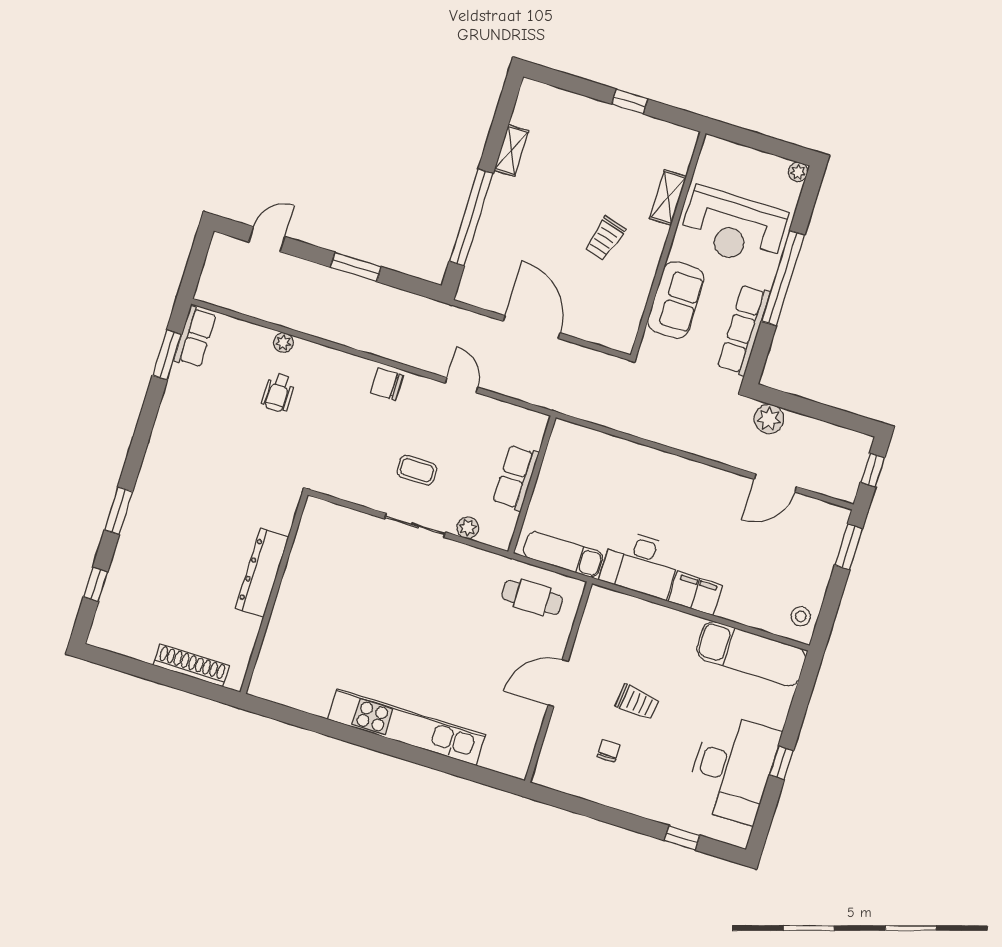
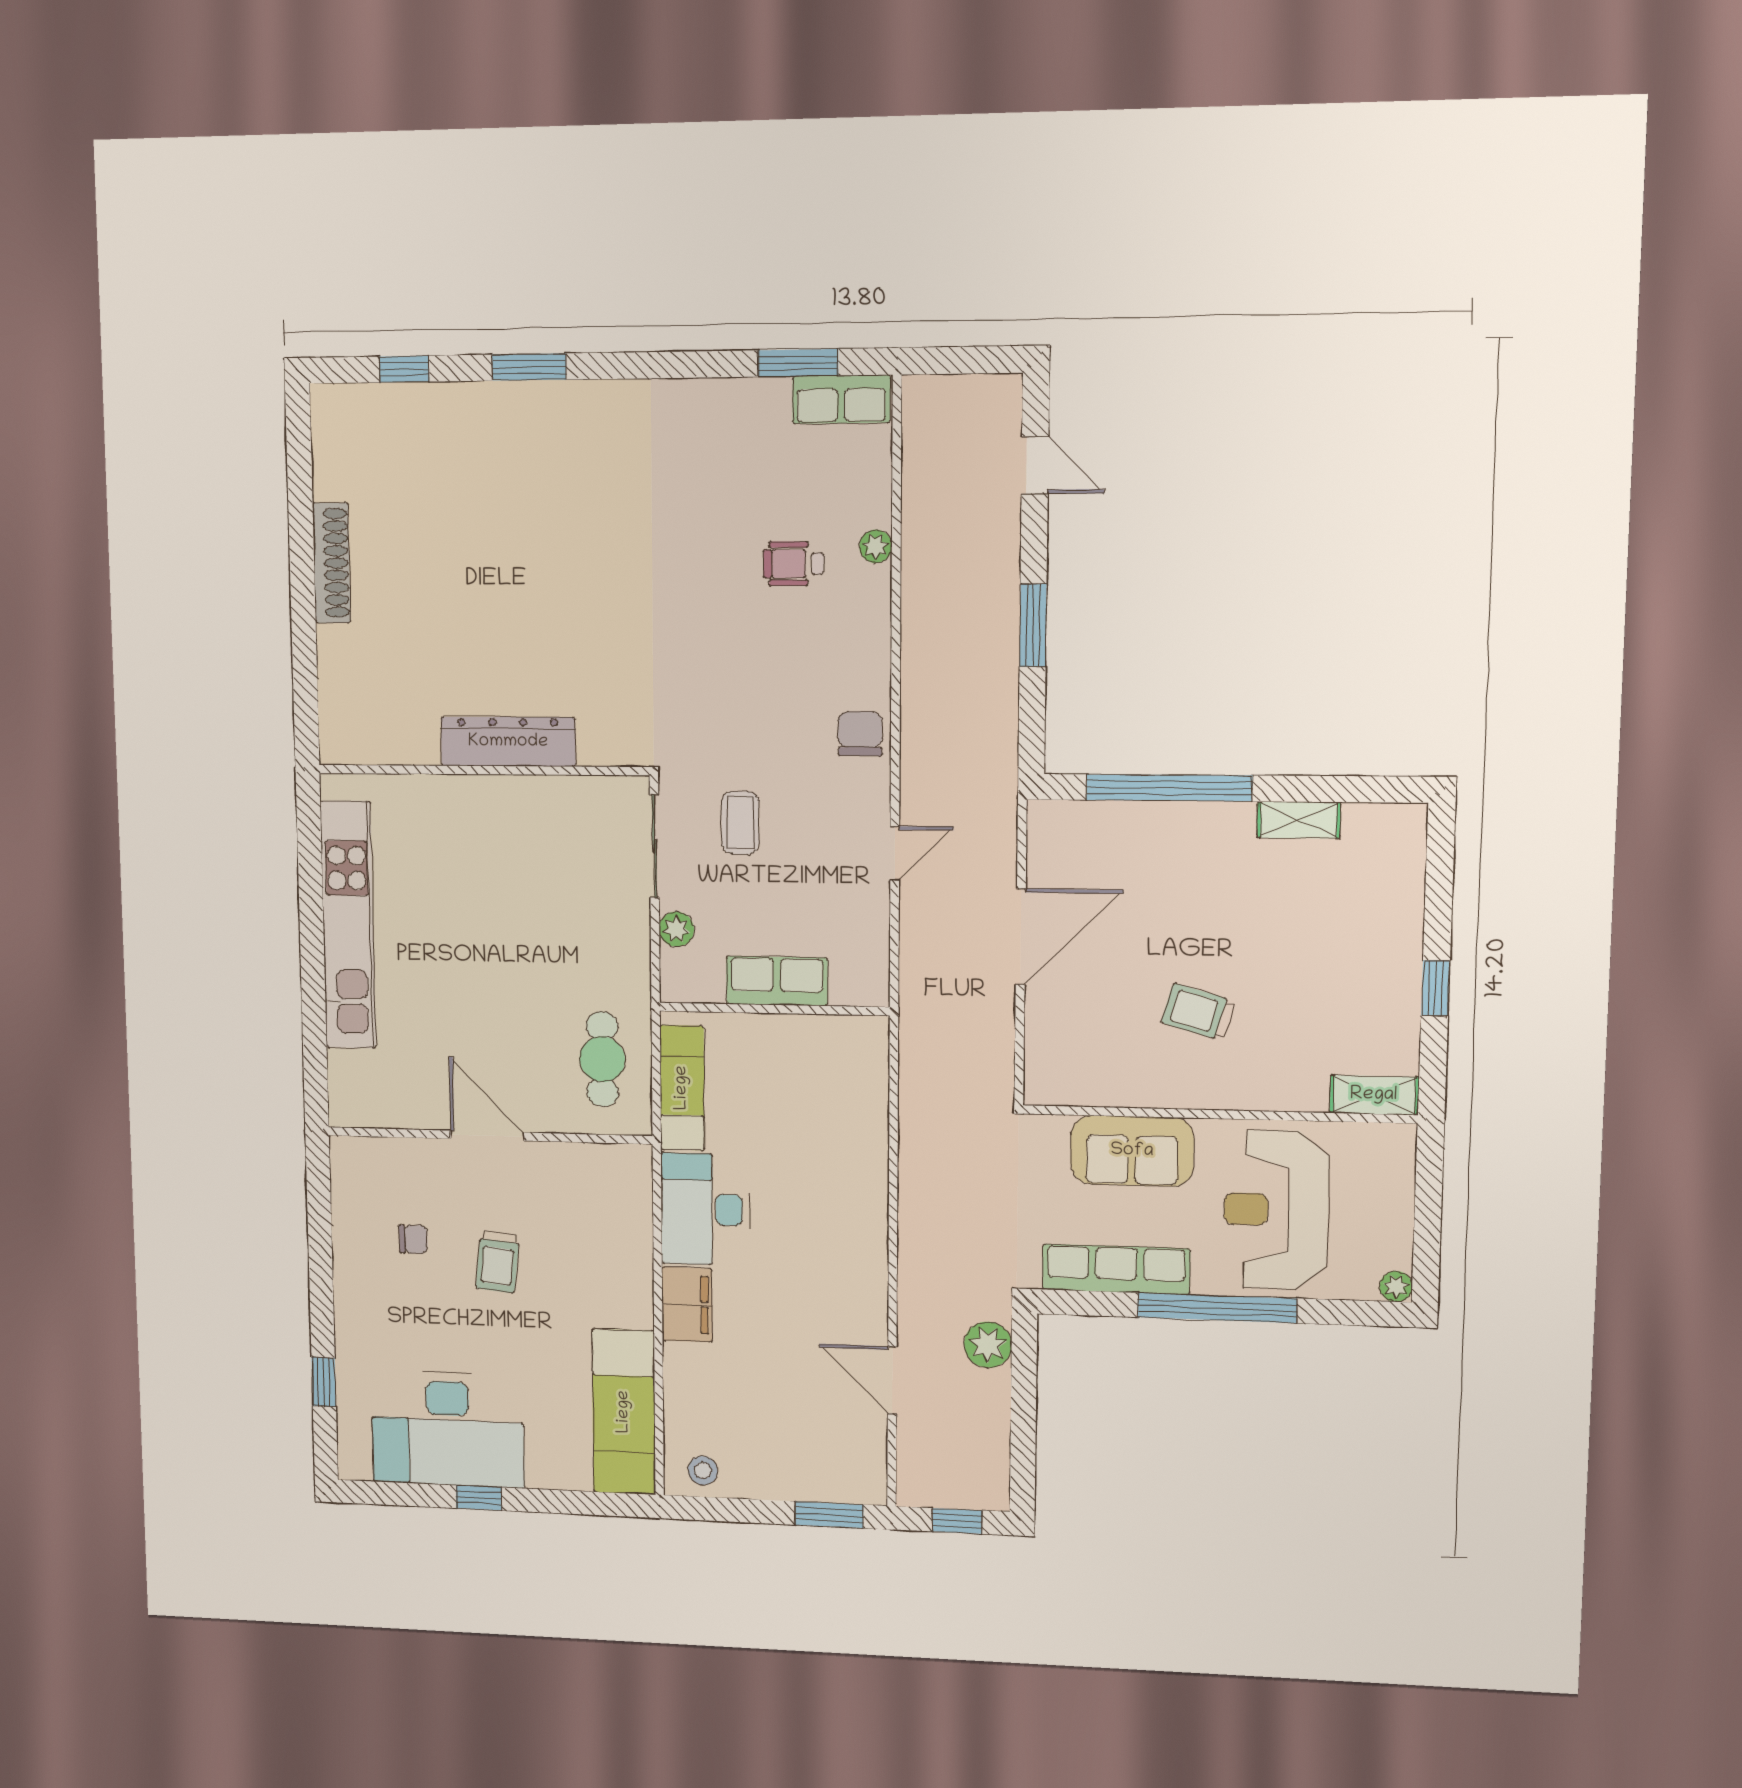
shelving: (668, 198) -> (1374, 1095), moved
dresser: (262, 573) -> (508, 742), moved
wall: (274, 593) -> (483, 770), moved

